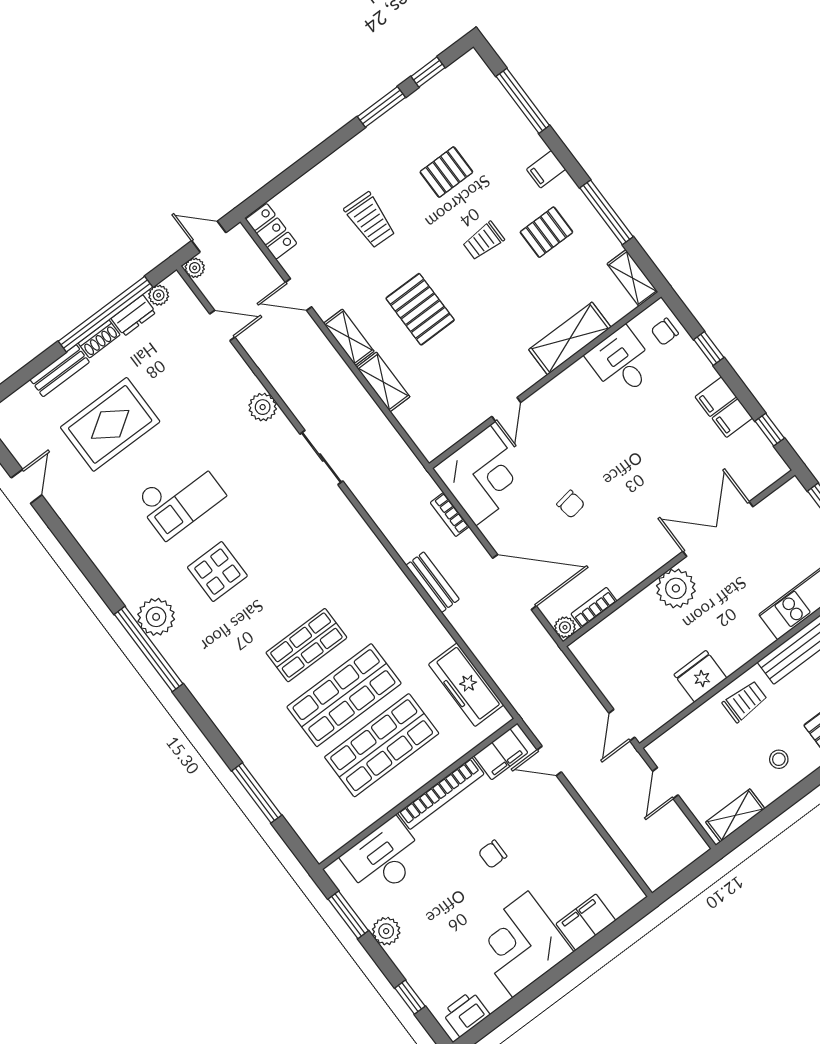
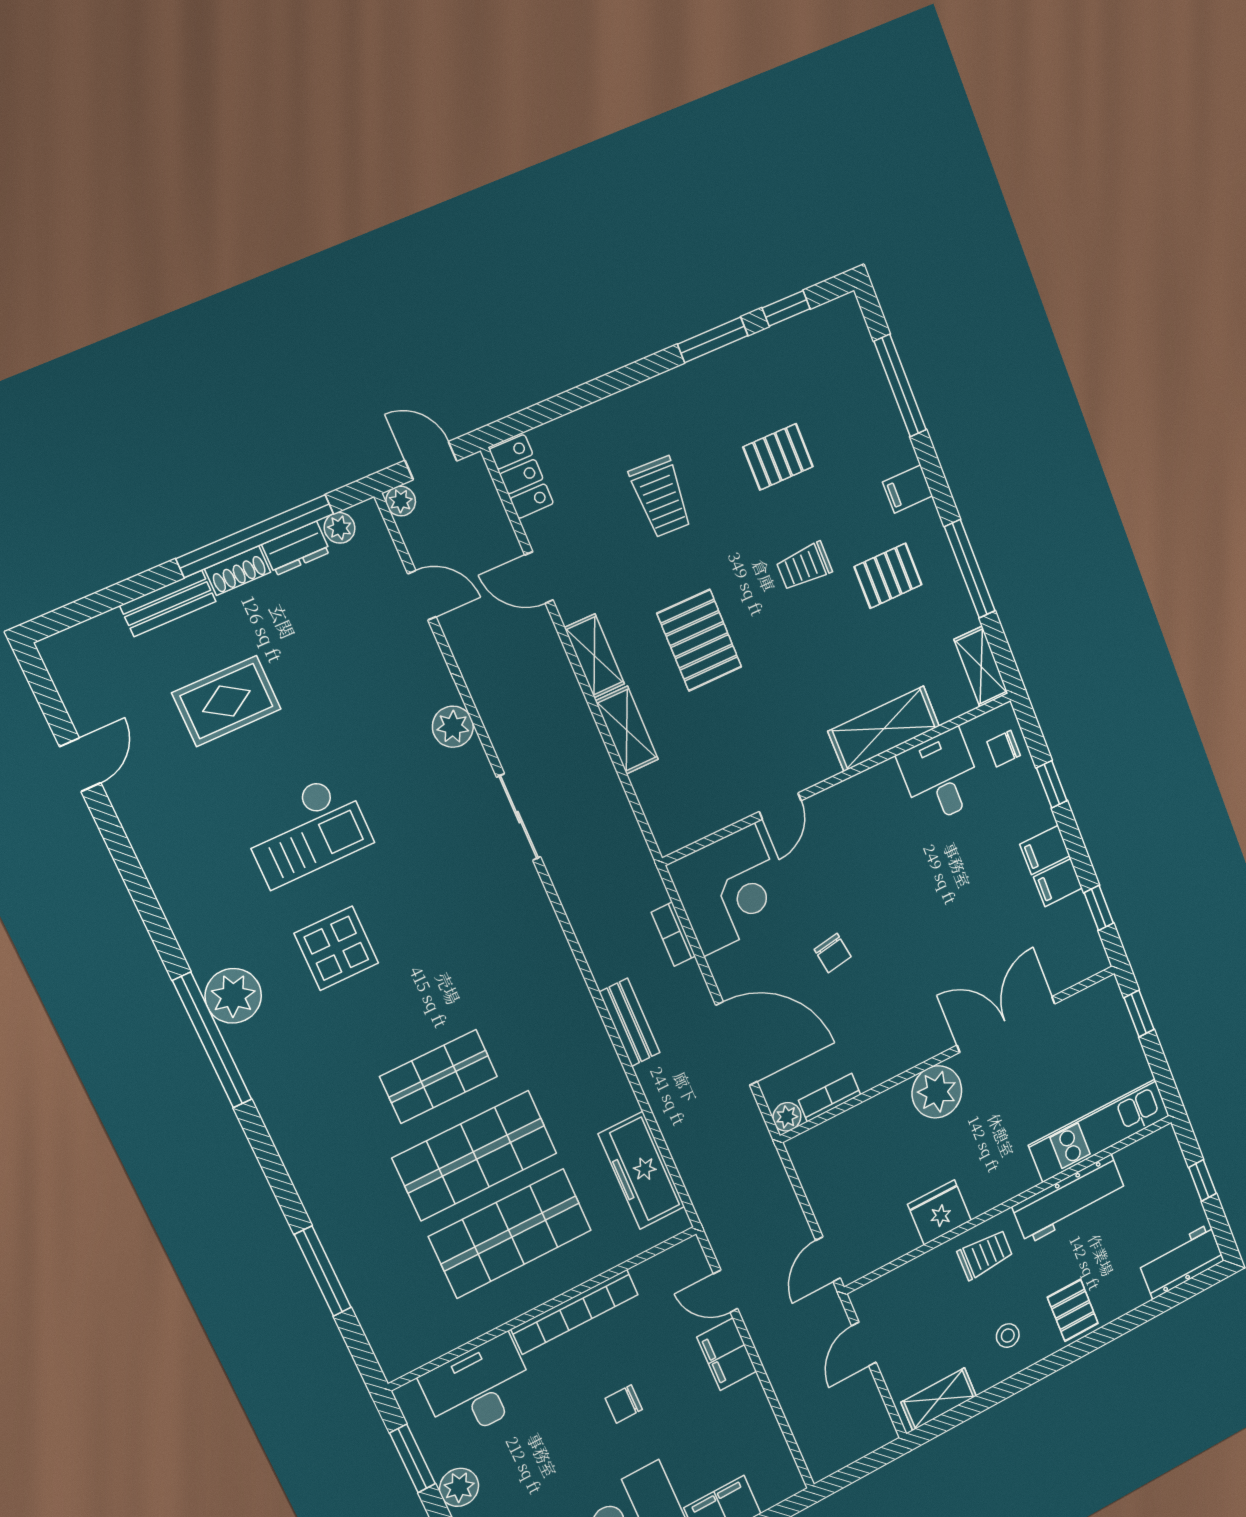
rug: (110, 424) -> (227, 701), width x0.73, depth x0.70
filing cabinet: (501, 754) -> (727, 1354), moved, turned 90

